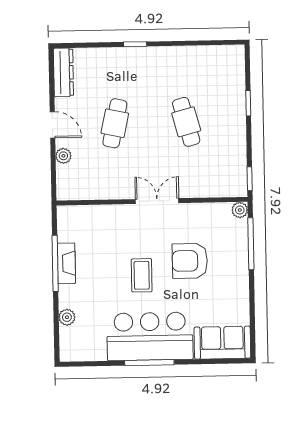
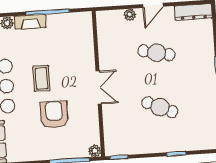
cafe table: (186, 122) -> (160, 107), turned 39
fireplace: (66, 263) -> (30, 22), moved
coffee table: (142, 275) -> (42, 78), turned 90

